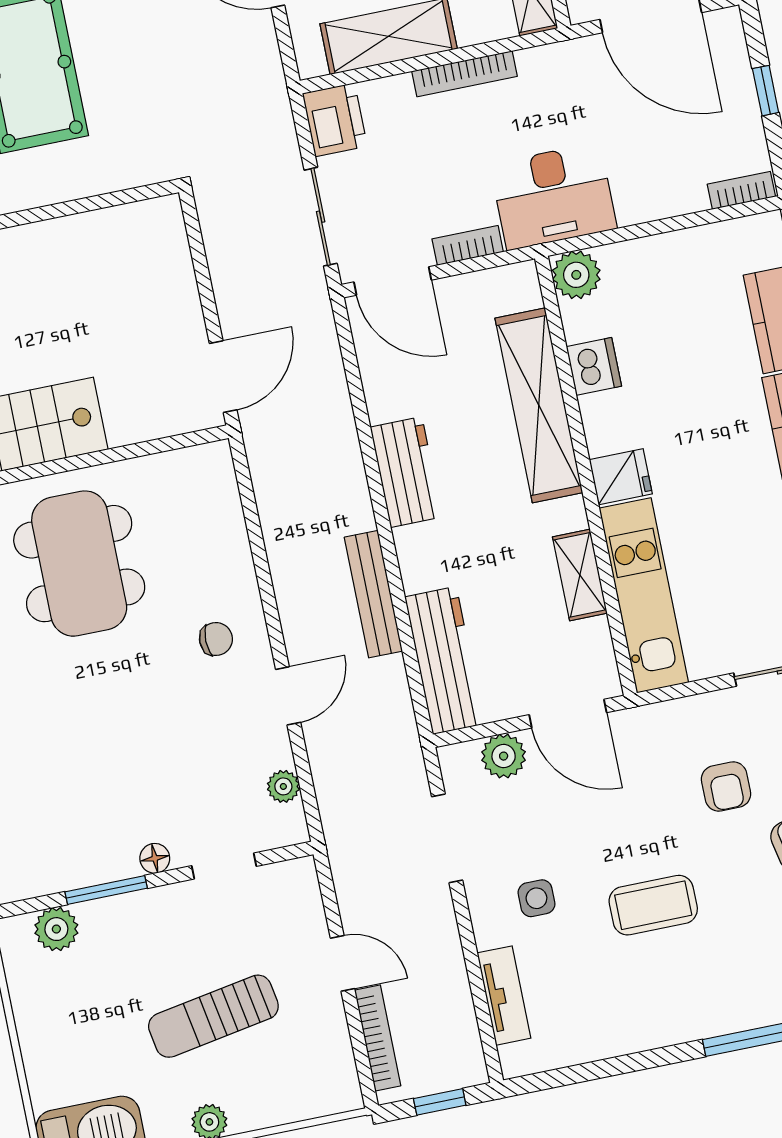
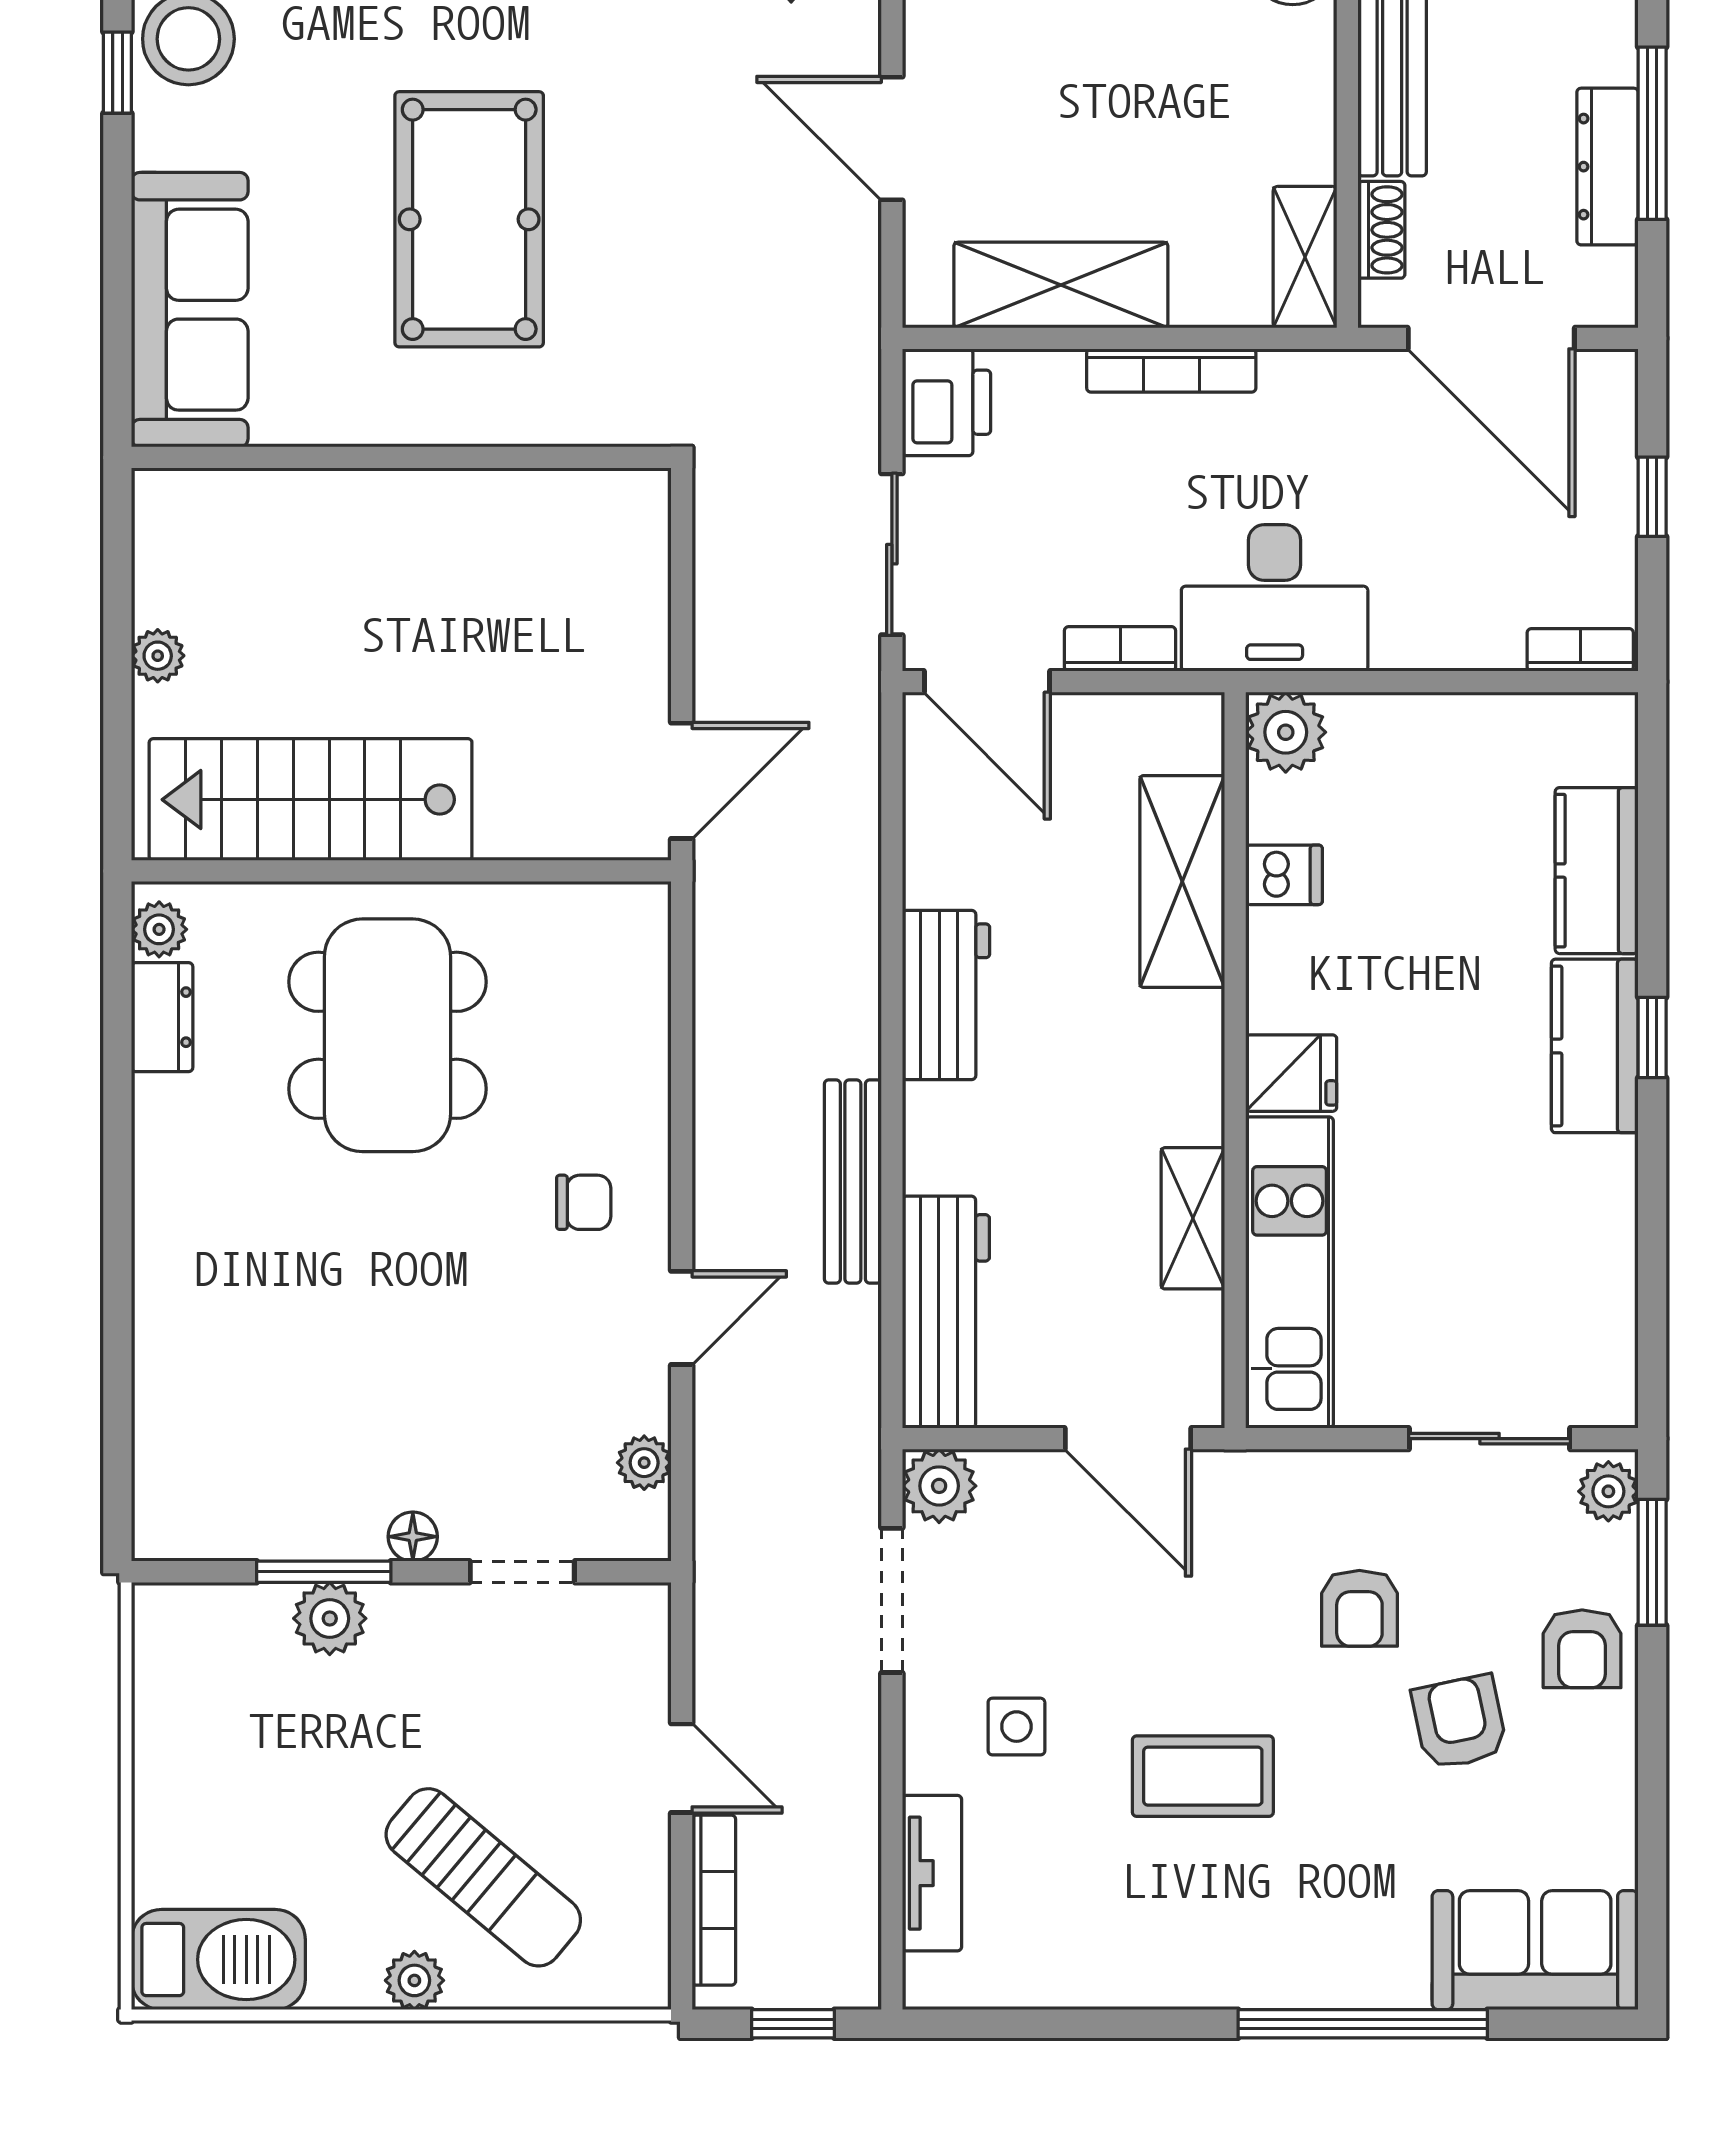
dishwasher: (594, 366) -> (1284, 875), width x0.73
shelving: (539, 405) -> (1182, 882), width x0.68
plant: (504, 756) -> (939, 1486), moved
plant: (56, 929) -> (330, 1618), moved
sun lounger: (213, 1016) -> (483, 1877), moved, turned -130

